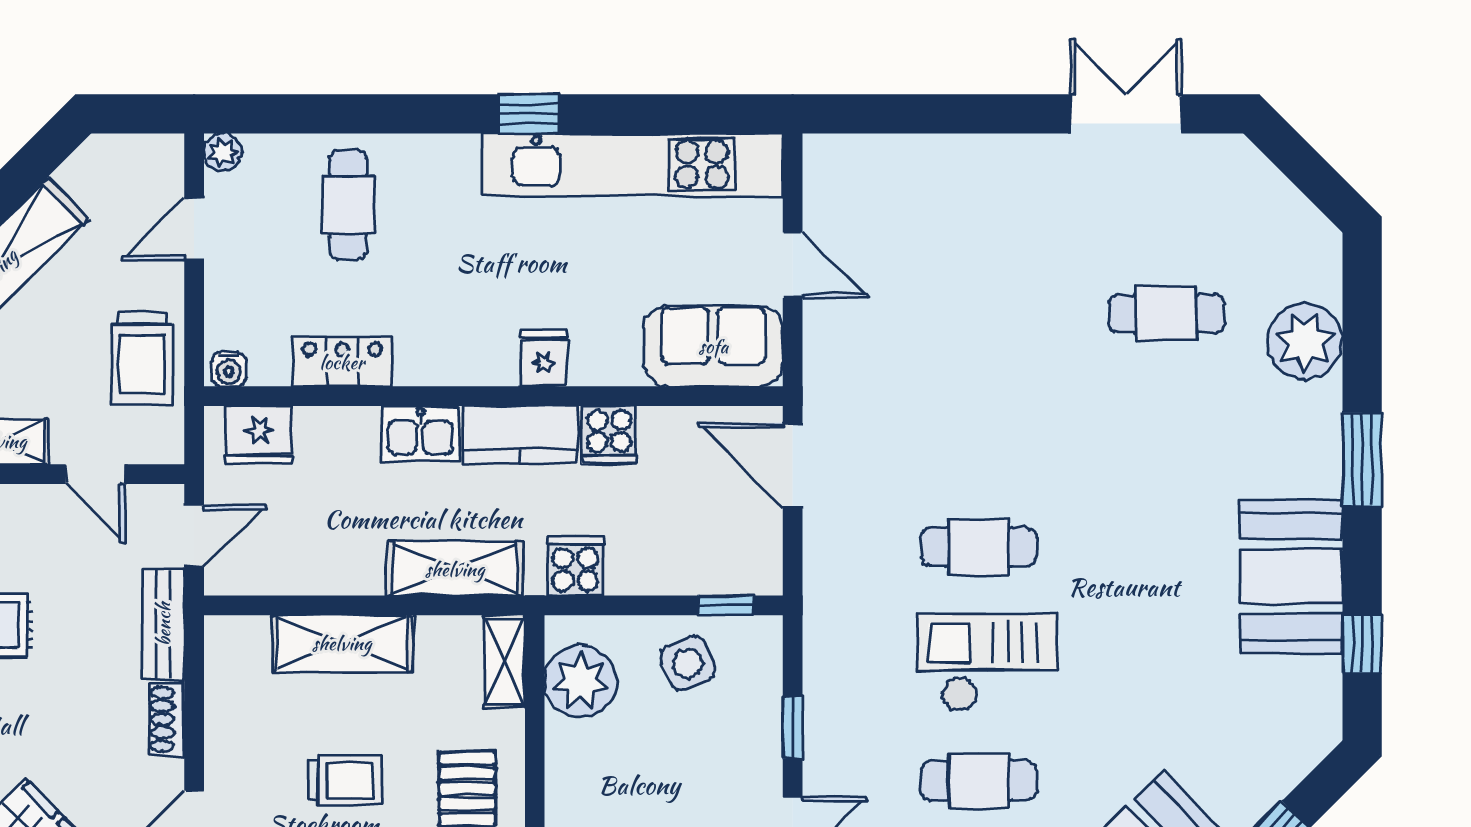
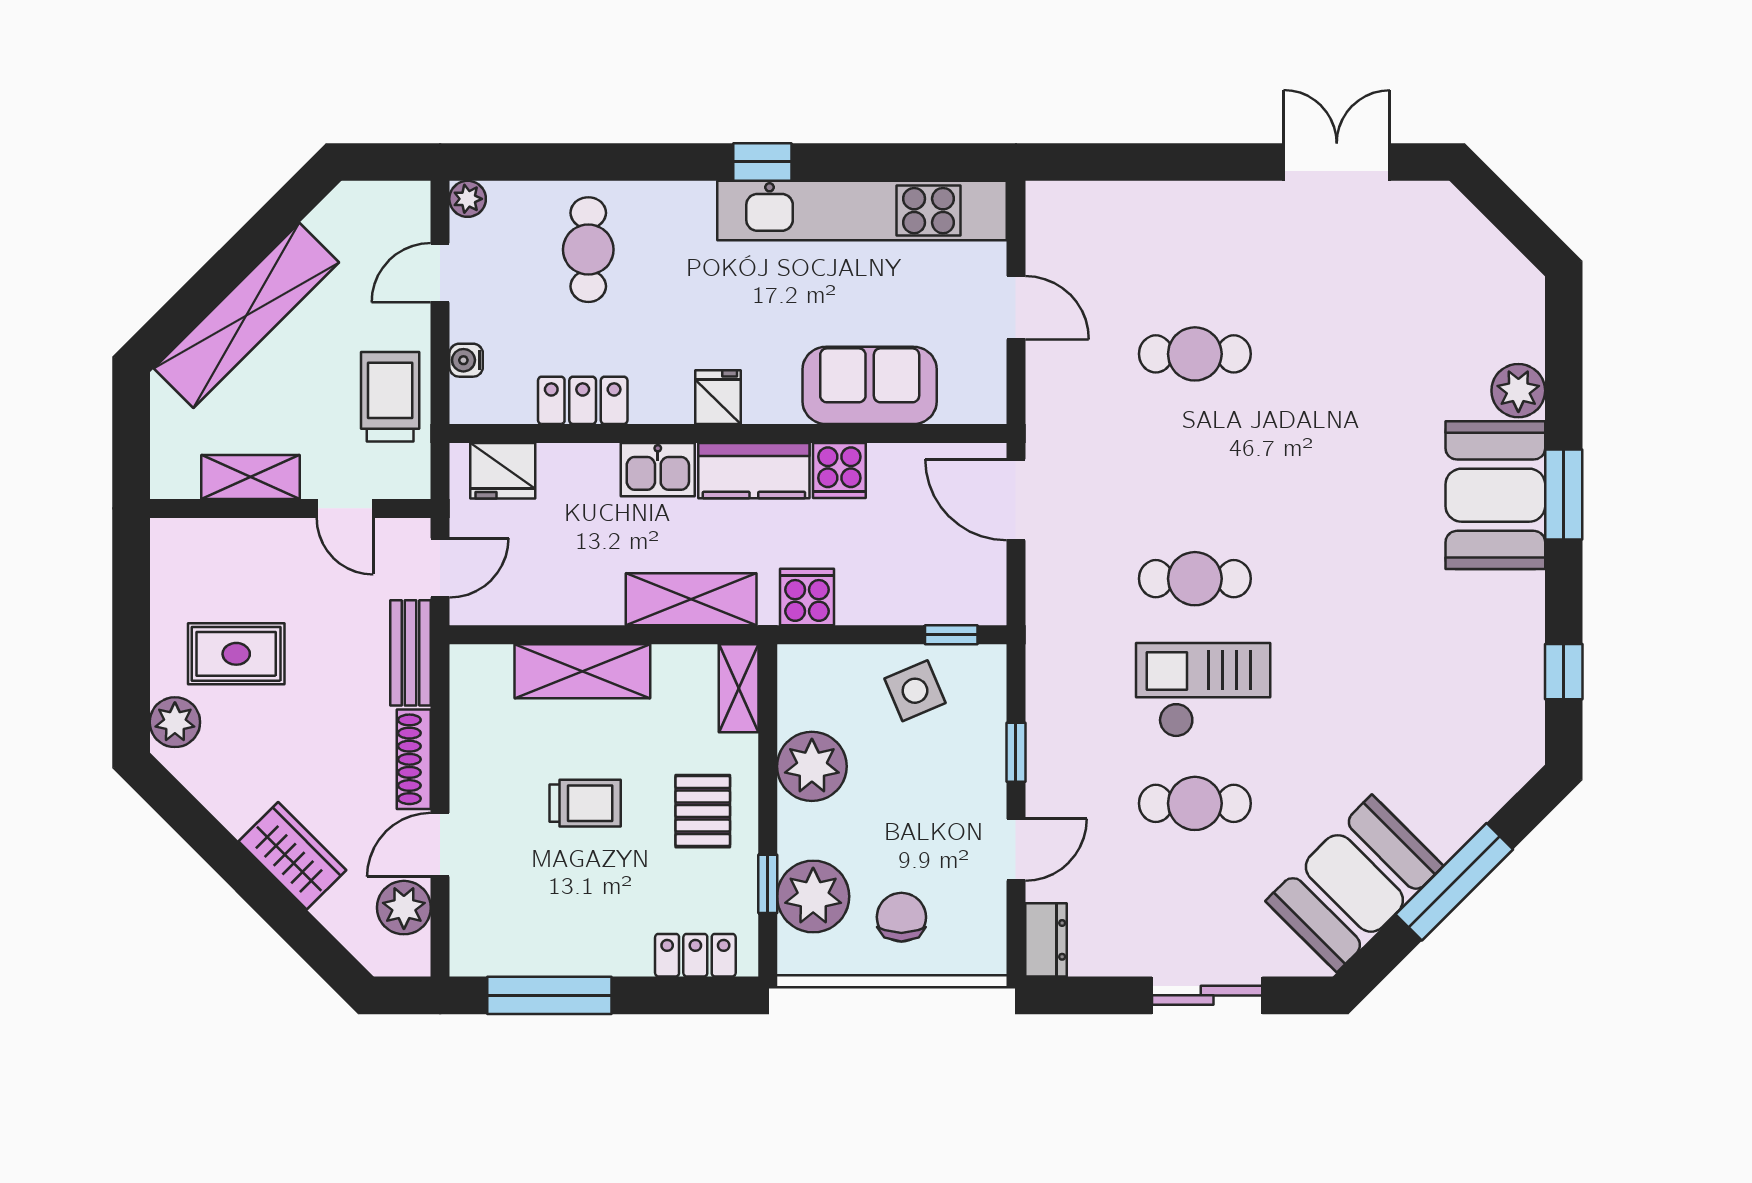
cafe table: (1166, 313) -> (1195, 354), moved
plant: (1305, 341) -> (1518, 391), width x0.73, depth x0.73
sofa: (713, 346) -> (870, 385), moved
trolley: (142, 358) -> (390, 397), turned 180
fridge: (543, 358) -> (718, 397), moved
water cooler: (229, 369) -> (466, 360), moved, turned 90
booth: (1291, 576) -> (1495, 495), moved
plant: (581, 681) -> (812, 766), moved
shoe rack: (167, 719) -> (414, 759), width x1.43

